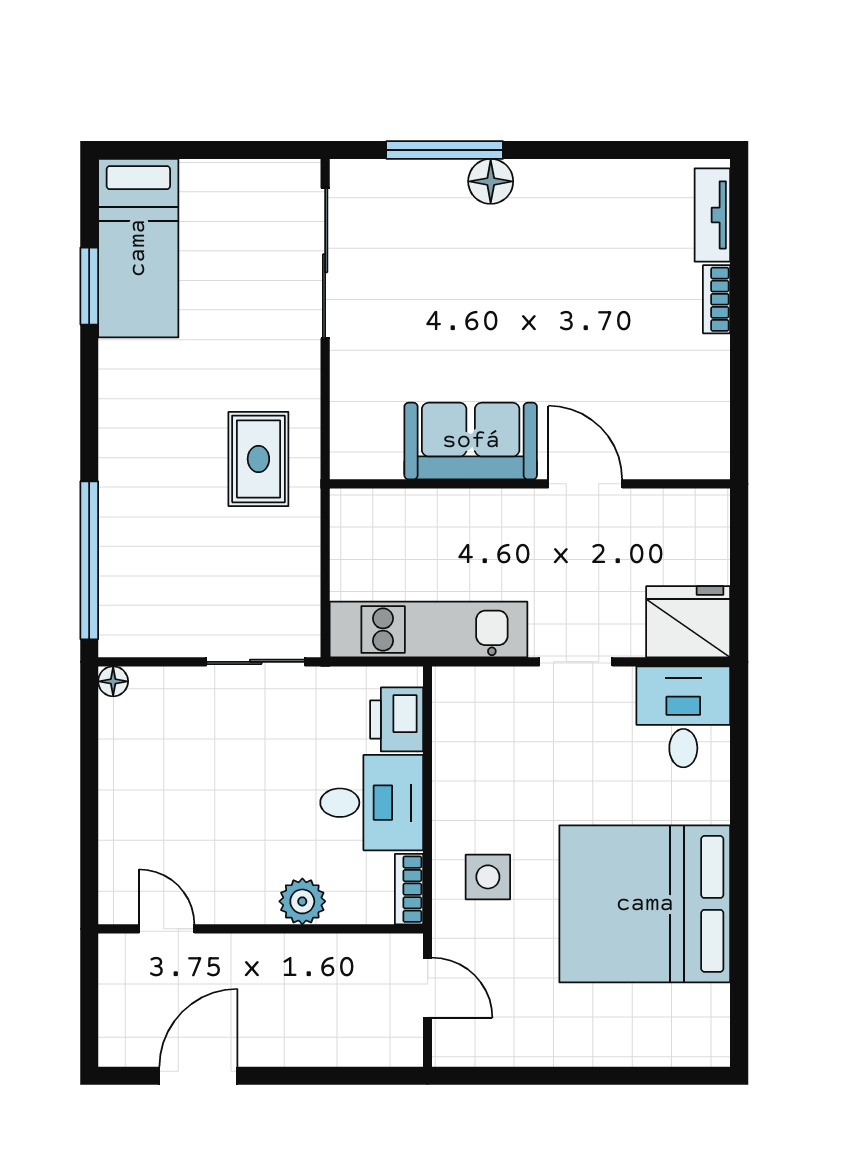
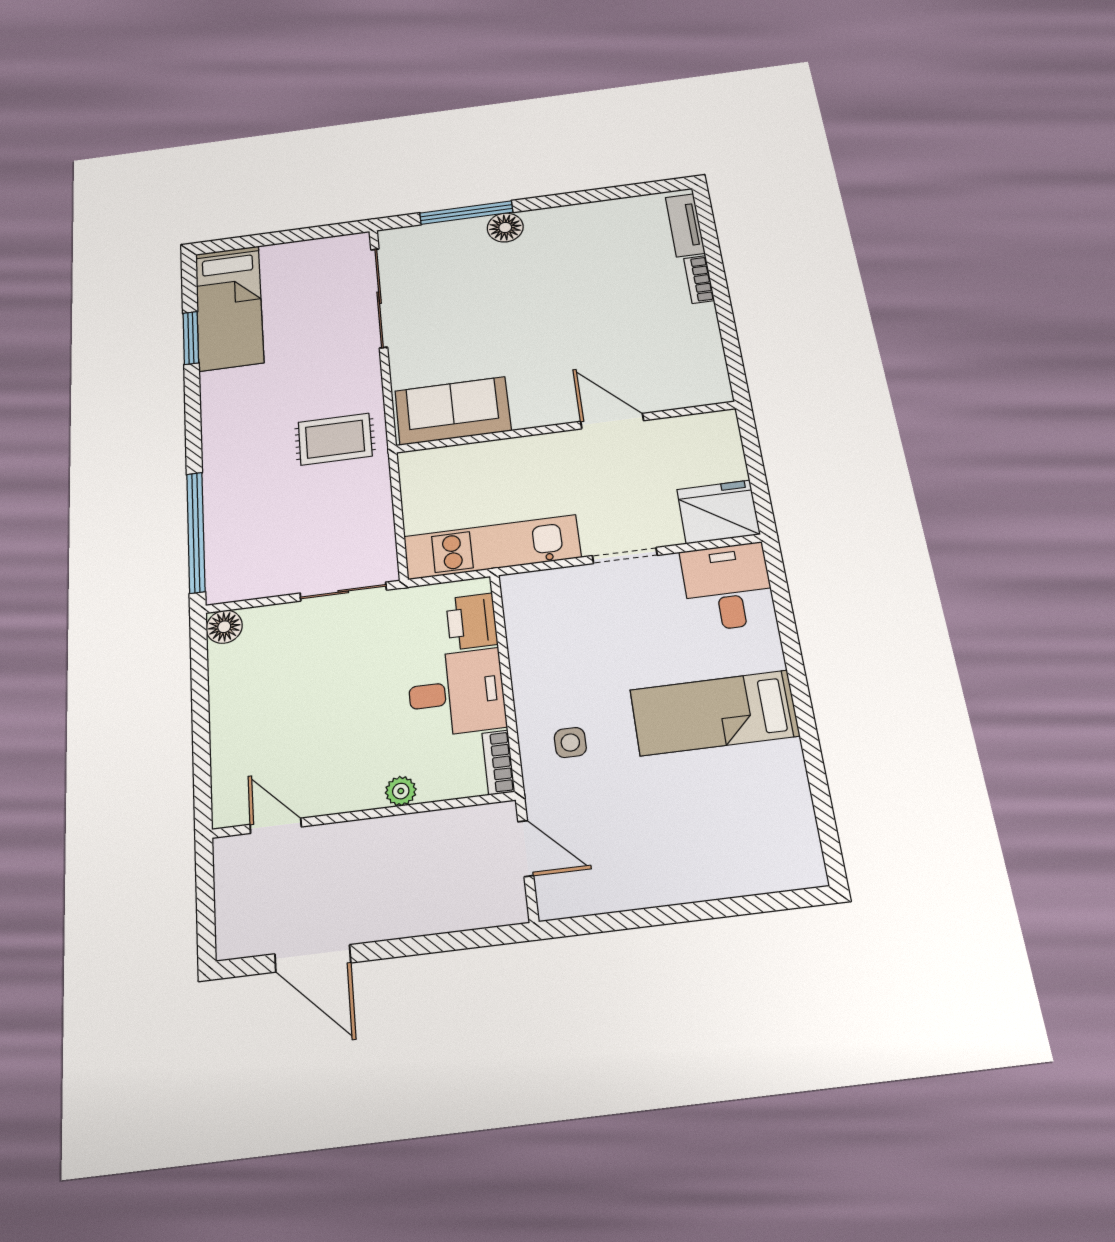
sofa: (471, 441) -> (453, 411), moved
rug: (258, 459) -> (335, 439), turned 90
floor lamp: (113, 681) -> (224, 627), width x1.37, depth x1.37
side table: (488, 877) -> (570, 743), width x0.73, depth x0.73
plant: (302, 901) -> (401, 791), width x0.73, depth x0.73
bed: (645, 904) -> (714, 713), width x0.49
door: (198, 1076) -> (313, 958), swing flipped

